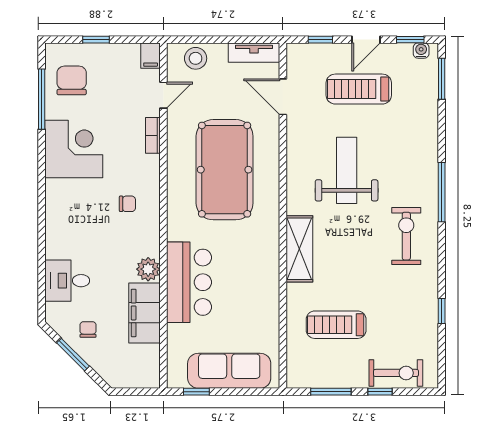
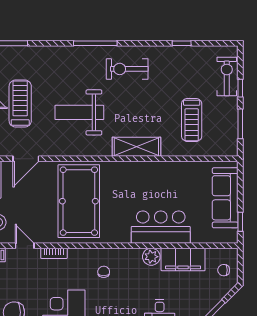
treadmill: (359, 89) -> (20, 104), turned 180
pool table: (225, 170) -> (79, 201), turned 90
chair: (88, 329) -> (224, 270), moved

